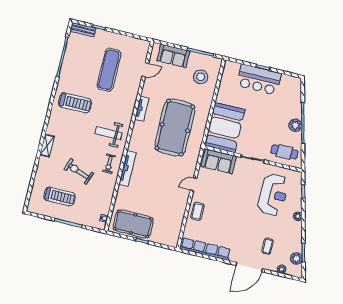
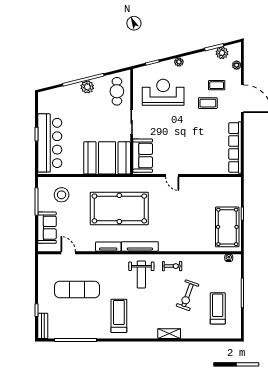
bar counter: (259, 79) -> (50, 143), width x1.36
tv unit: (127, 168) -> (140, 246), moved
coffee table: (197, 211) -> (208, 103), moved

